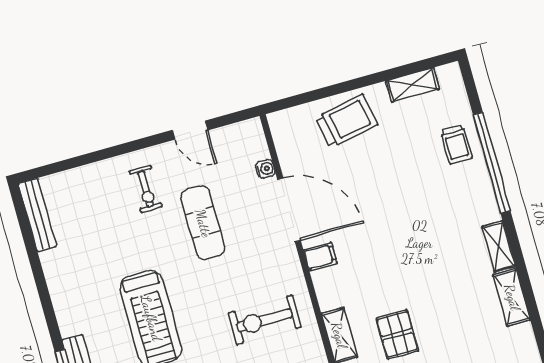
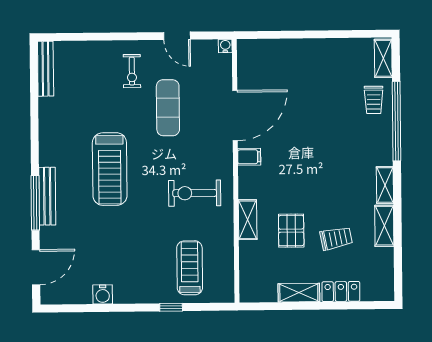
shelving: (413, 85) -> (383, 58), moved, turned 90
trolley: (347, 121) -> (336, 238), moved, width x0.73, depth x0.72
water cooler: (265, 169) -> (225, 46), moved, turned -90
door: (289, 210) -> (235, 116), hinge flipped

